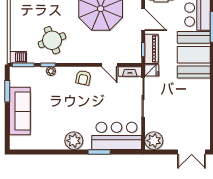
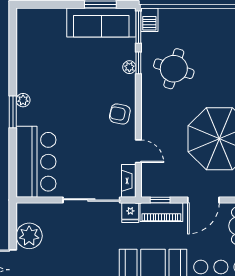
round table: (52, 40) -> (174, 69), turned 38
door: (109, 65) -> (138, 151), swing flipped
sofa: (20, 111) -> (101, 22), moved
plant: (74, 141) -> (23, 100), width x0.53, depth x0.53
plant: (154, 141) -> (29, 236), moved
window: (99, 152) -> (13, 112), moved

